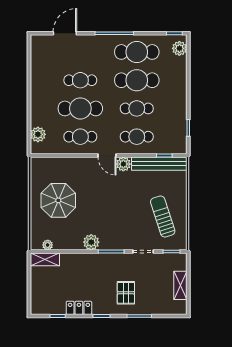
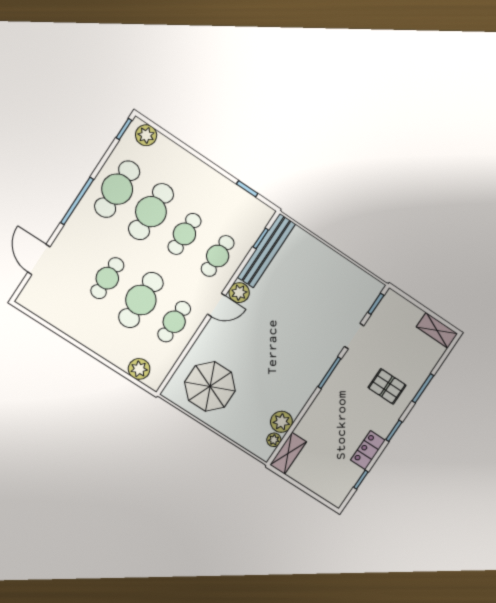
parasol: (58, 200) -> (210, 386), moved
sun lounger: (163, 217) -> (330, 287), removed
plant: (91, 242) -> (281, 422), moved
shelving: (180, 285) -> (437, 330), moved

